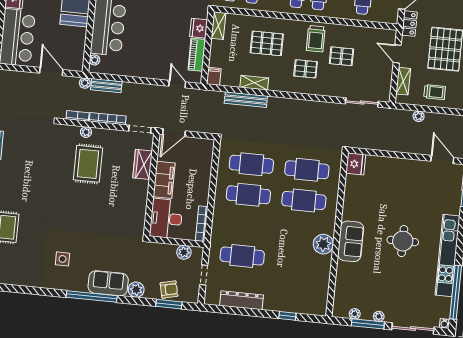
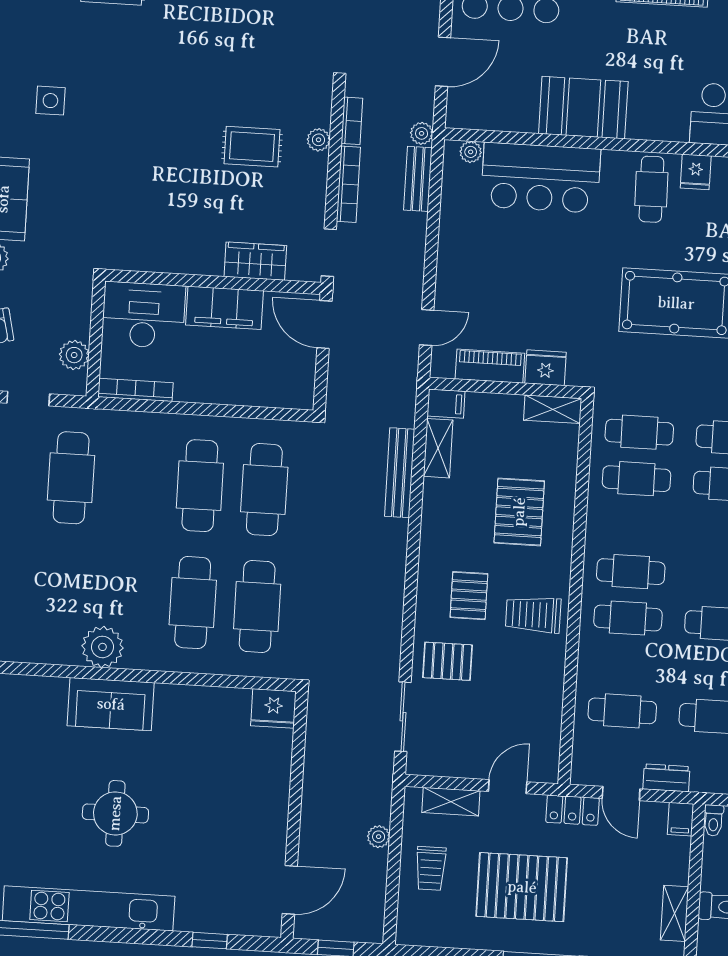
pallet: (341, 56) -> (447, 661), moved, turned 90
shelving: (254, 83) -> (438, 448), moved
rug: (88, 164) -> (252, 147), width x0.73, depth x0.70

